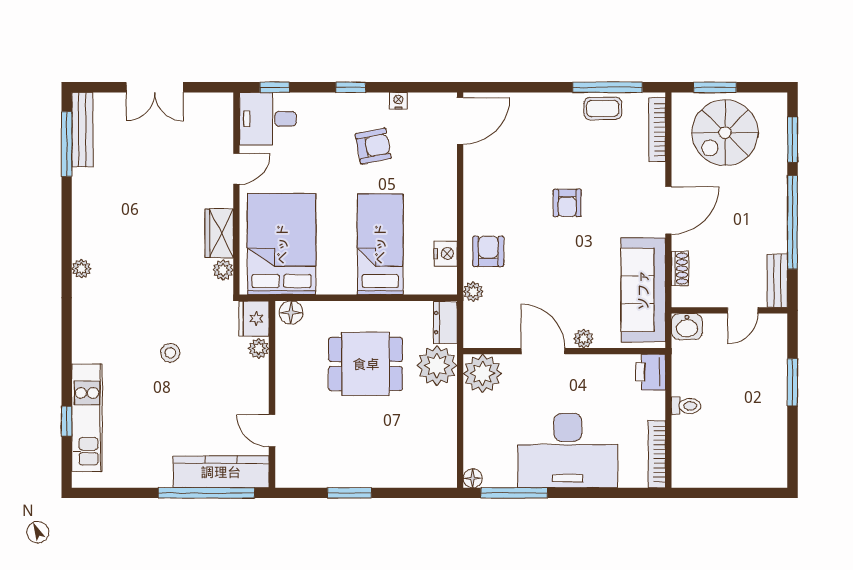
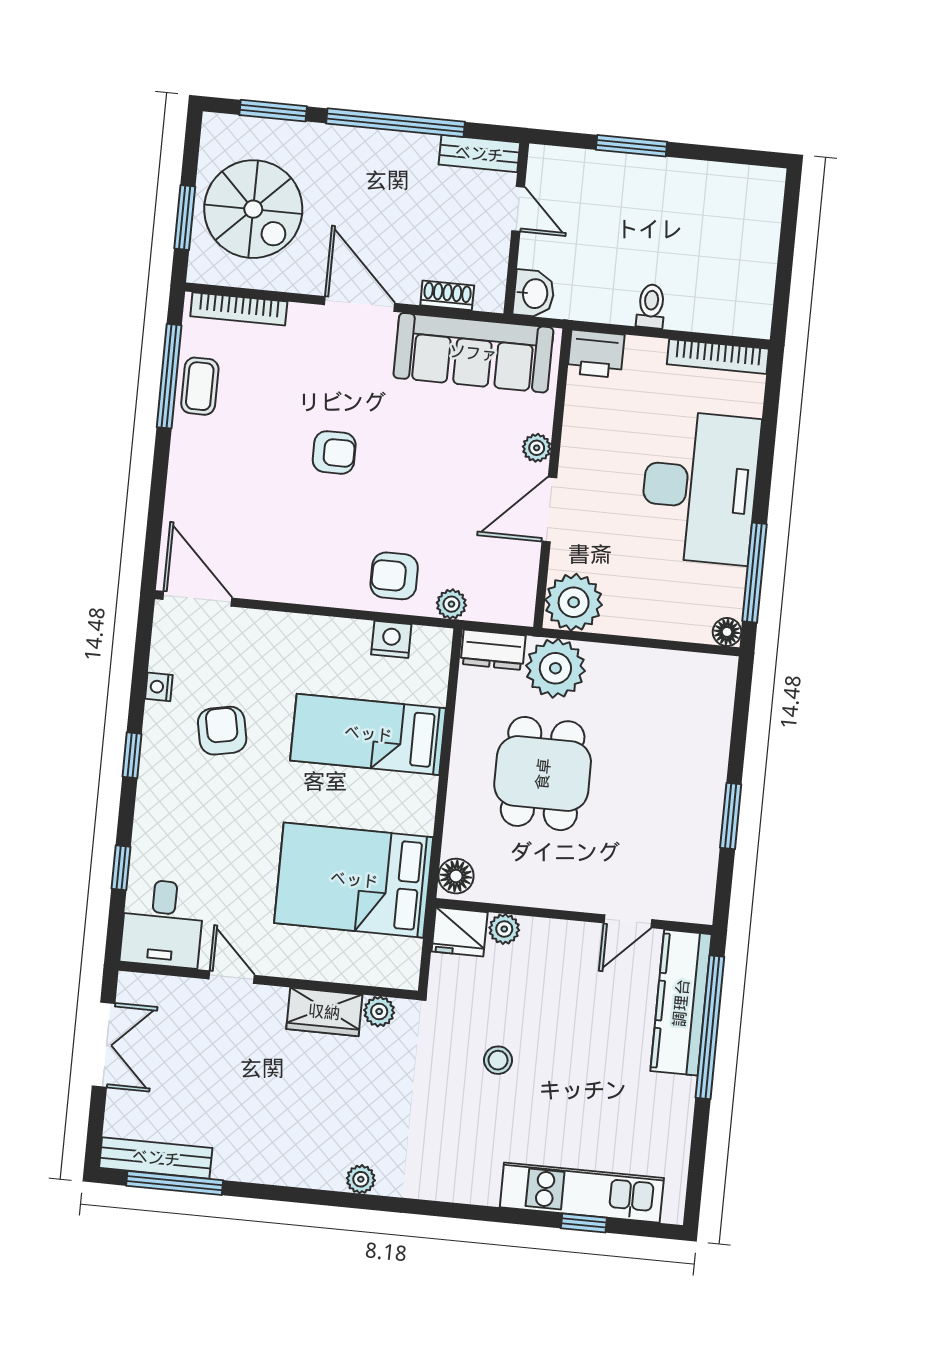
desk: (268, 119) -> (162, 923), moved
door: (236, 169) -> (232, 977), moved
wall: (236, 194) -> (268, 981), moved
wardrobe: (219, 233) -> (324, 1012), moved
plant: (223, 270) -> (379, 1011), moved

